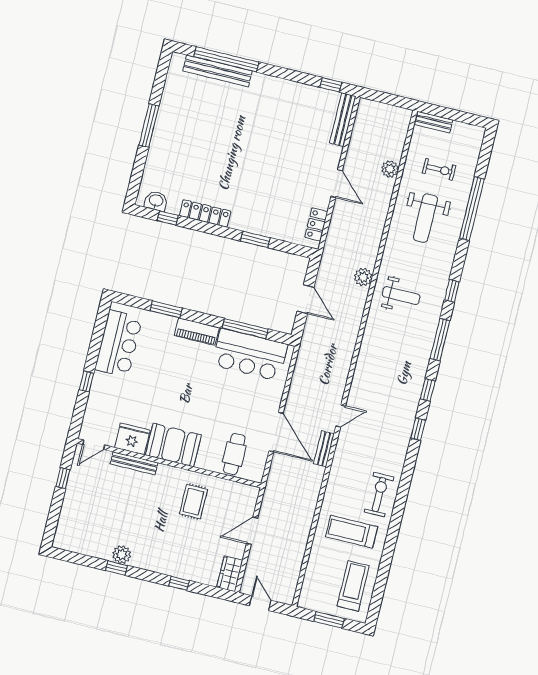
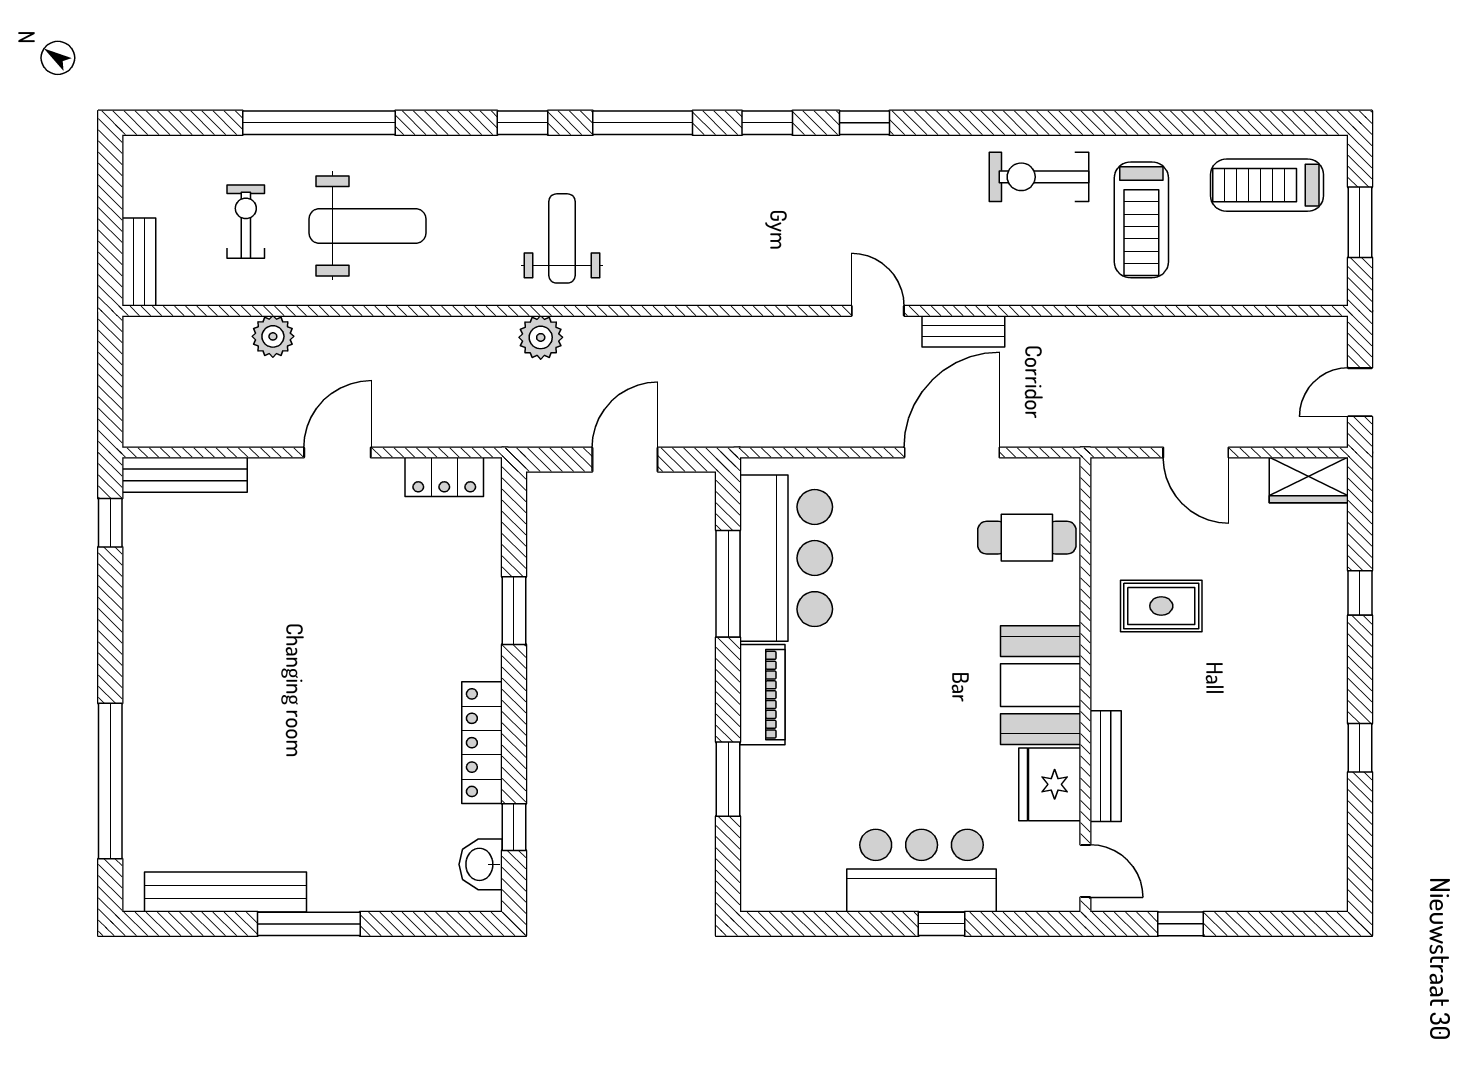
bench: (218, 71) -> (225, 892), moved, turned 90
bar counter: (119, 344) -> (922, 871), moved
plant: (122, 555) -> (1326, 743), removed

